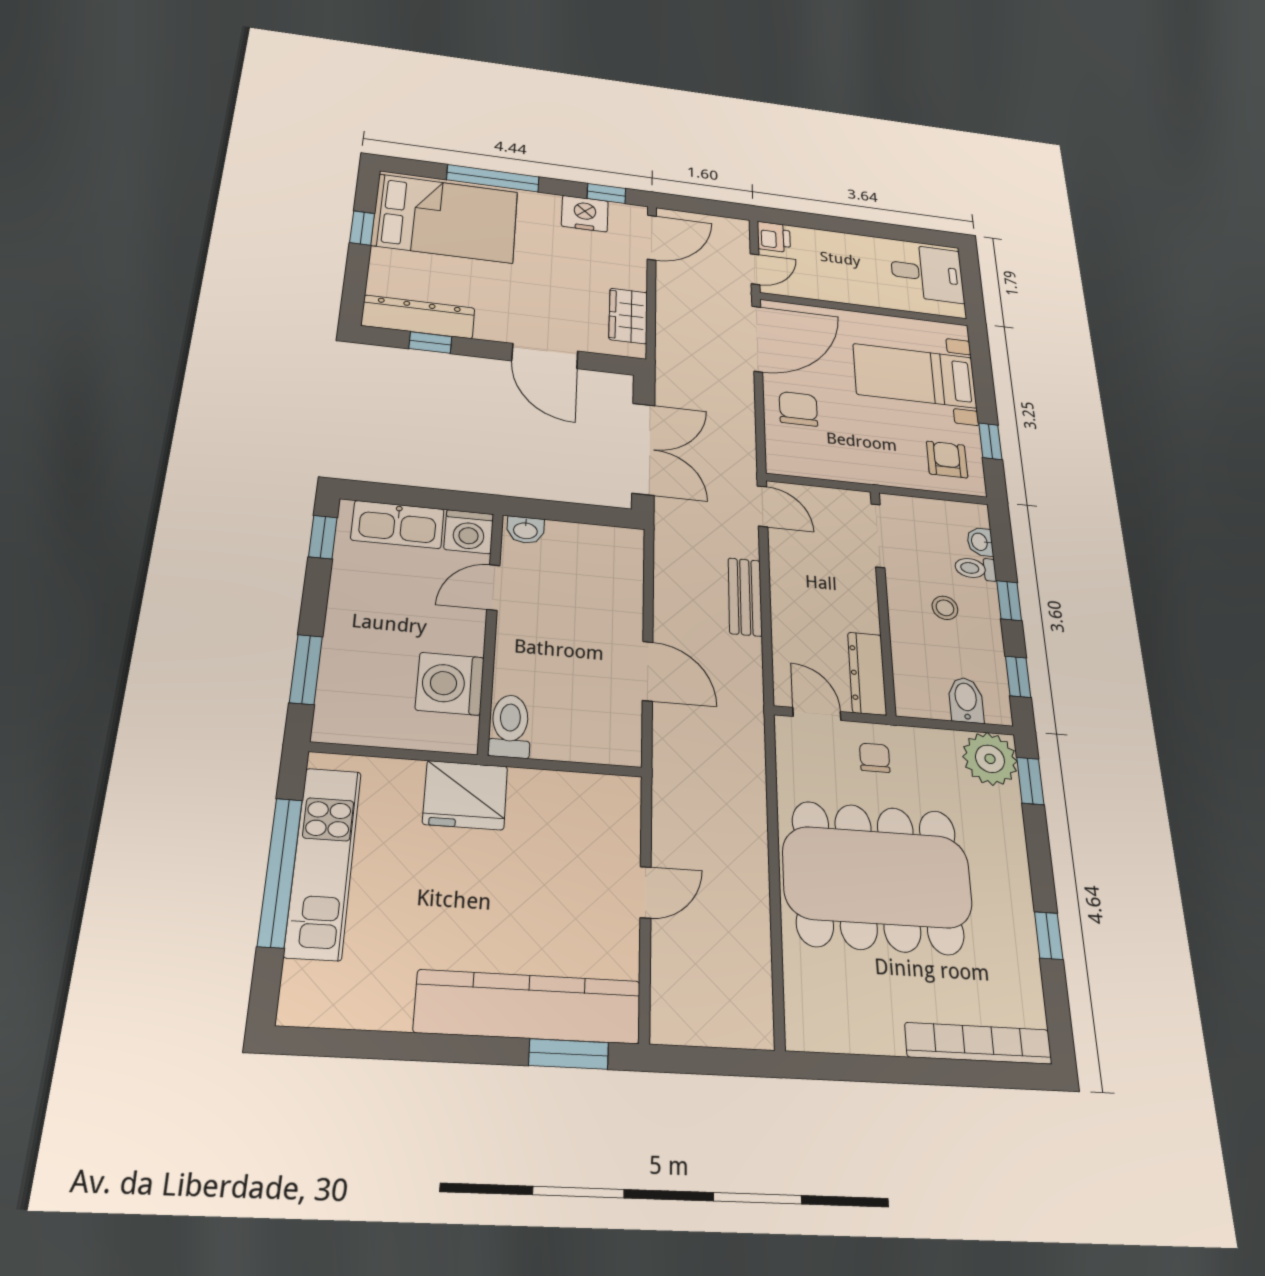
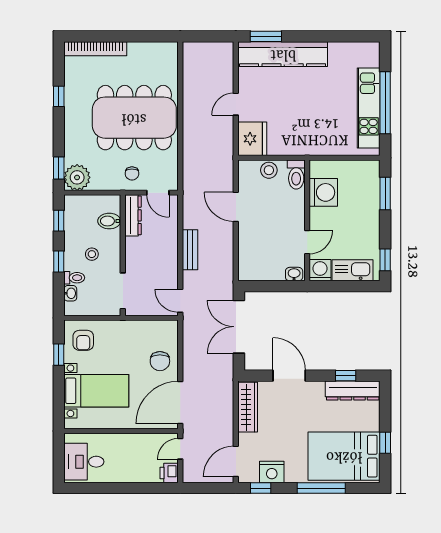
wardrobe: (628, 316) -> (248, 407), width x1.50
bidet: (966, 700) -> (109, 221), moved, turned 90
stool: (572, 740) -> (269, 170), added
fridge: (465, 795) -> (252, 139), moved, turned 90

